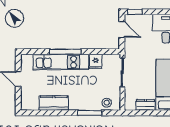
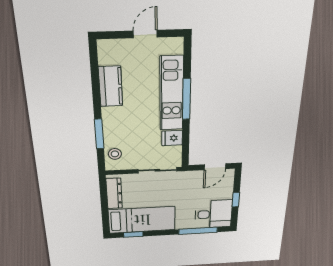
window: (135, 12) -> (236, 200), moved
dresser: (145, 105) -> (114, 194), width x1.44

